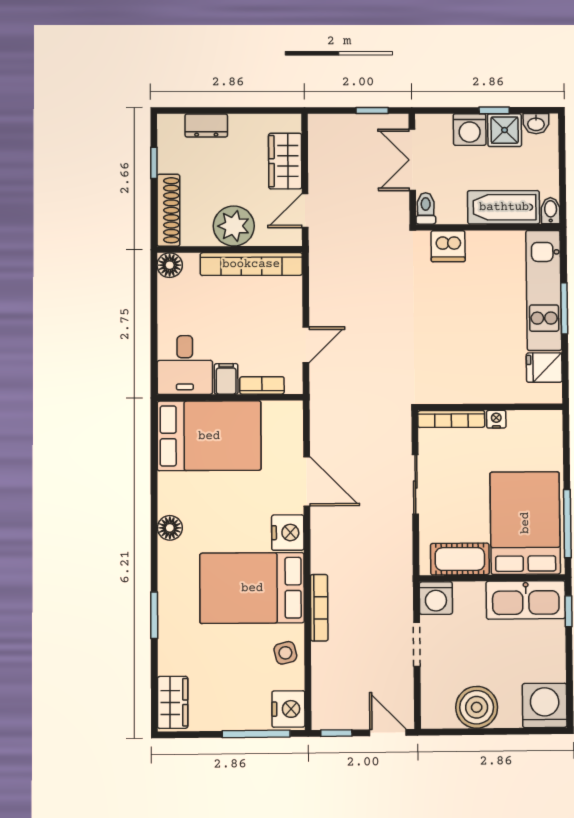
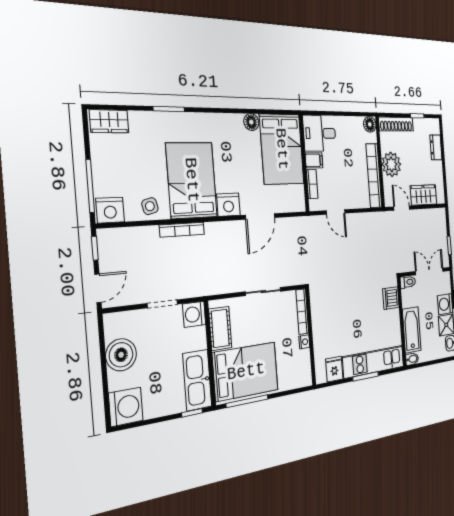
floor lamp: (170, 528) -> (251, 122), moved

